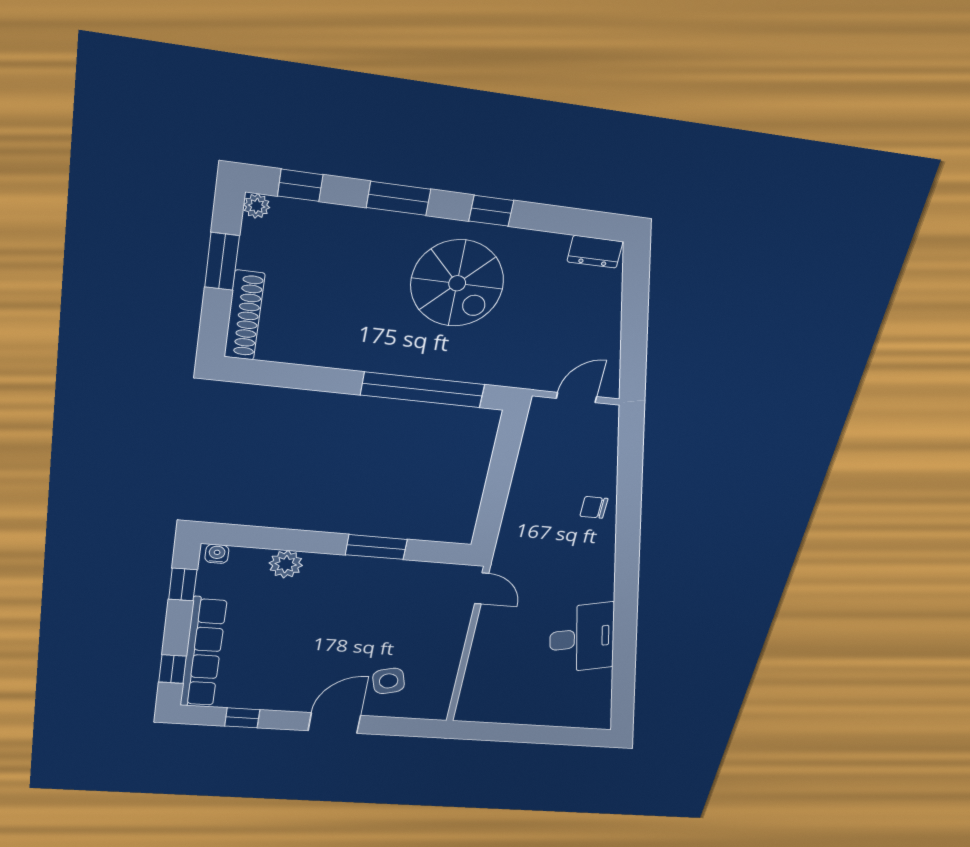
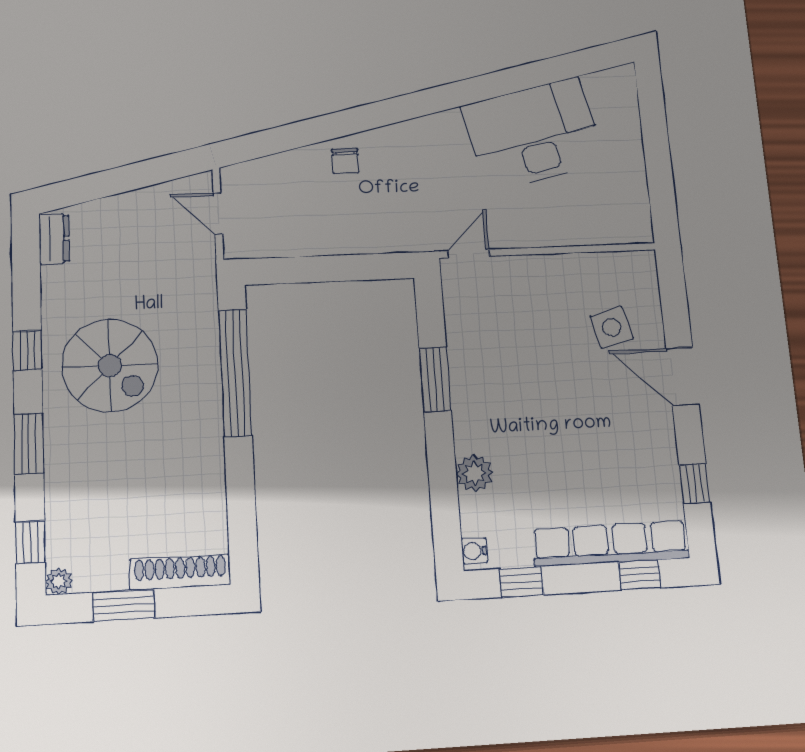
spiral stairs: (457, 283) -> (110, 365), turned 90
desk: (582, 638) -> (534, 134), width x1.36, depth x1.30

